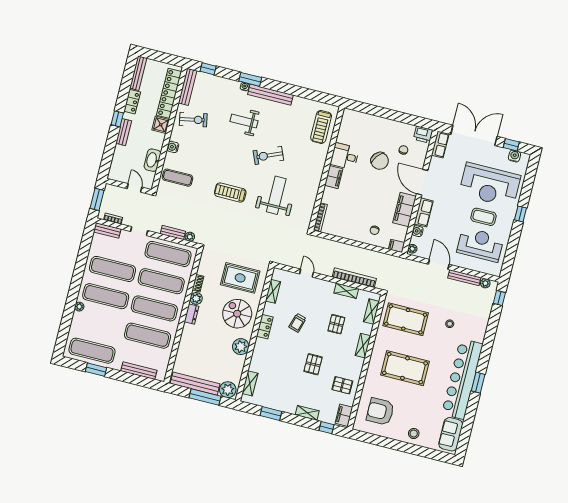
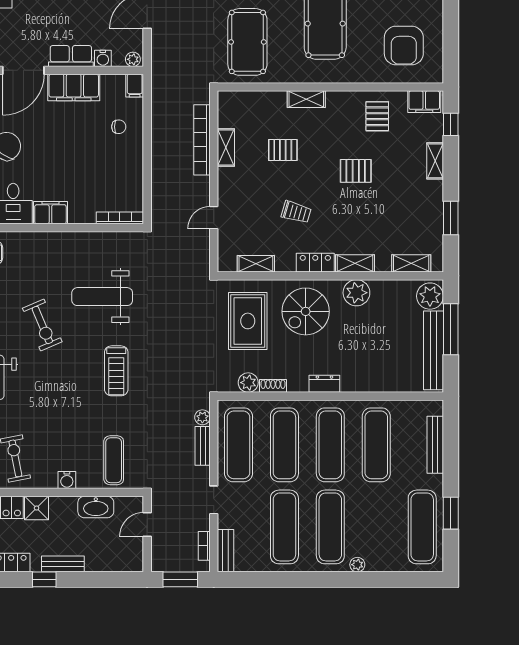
plant: (196, 298) -> (248, 383), moved
shelving: (371, 312) -> (355, 263), moved

